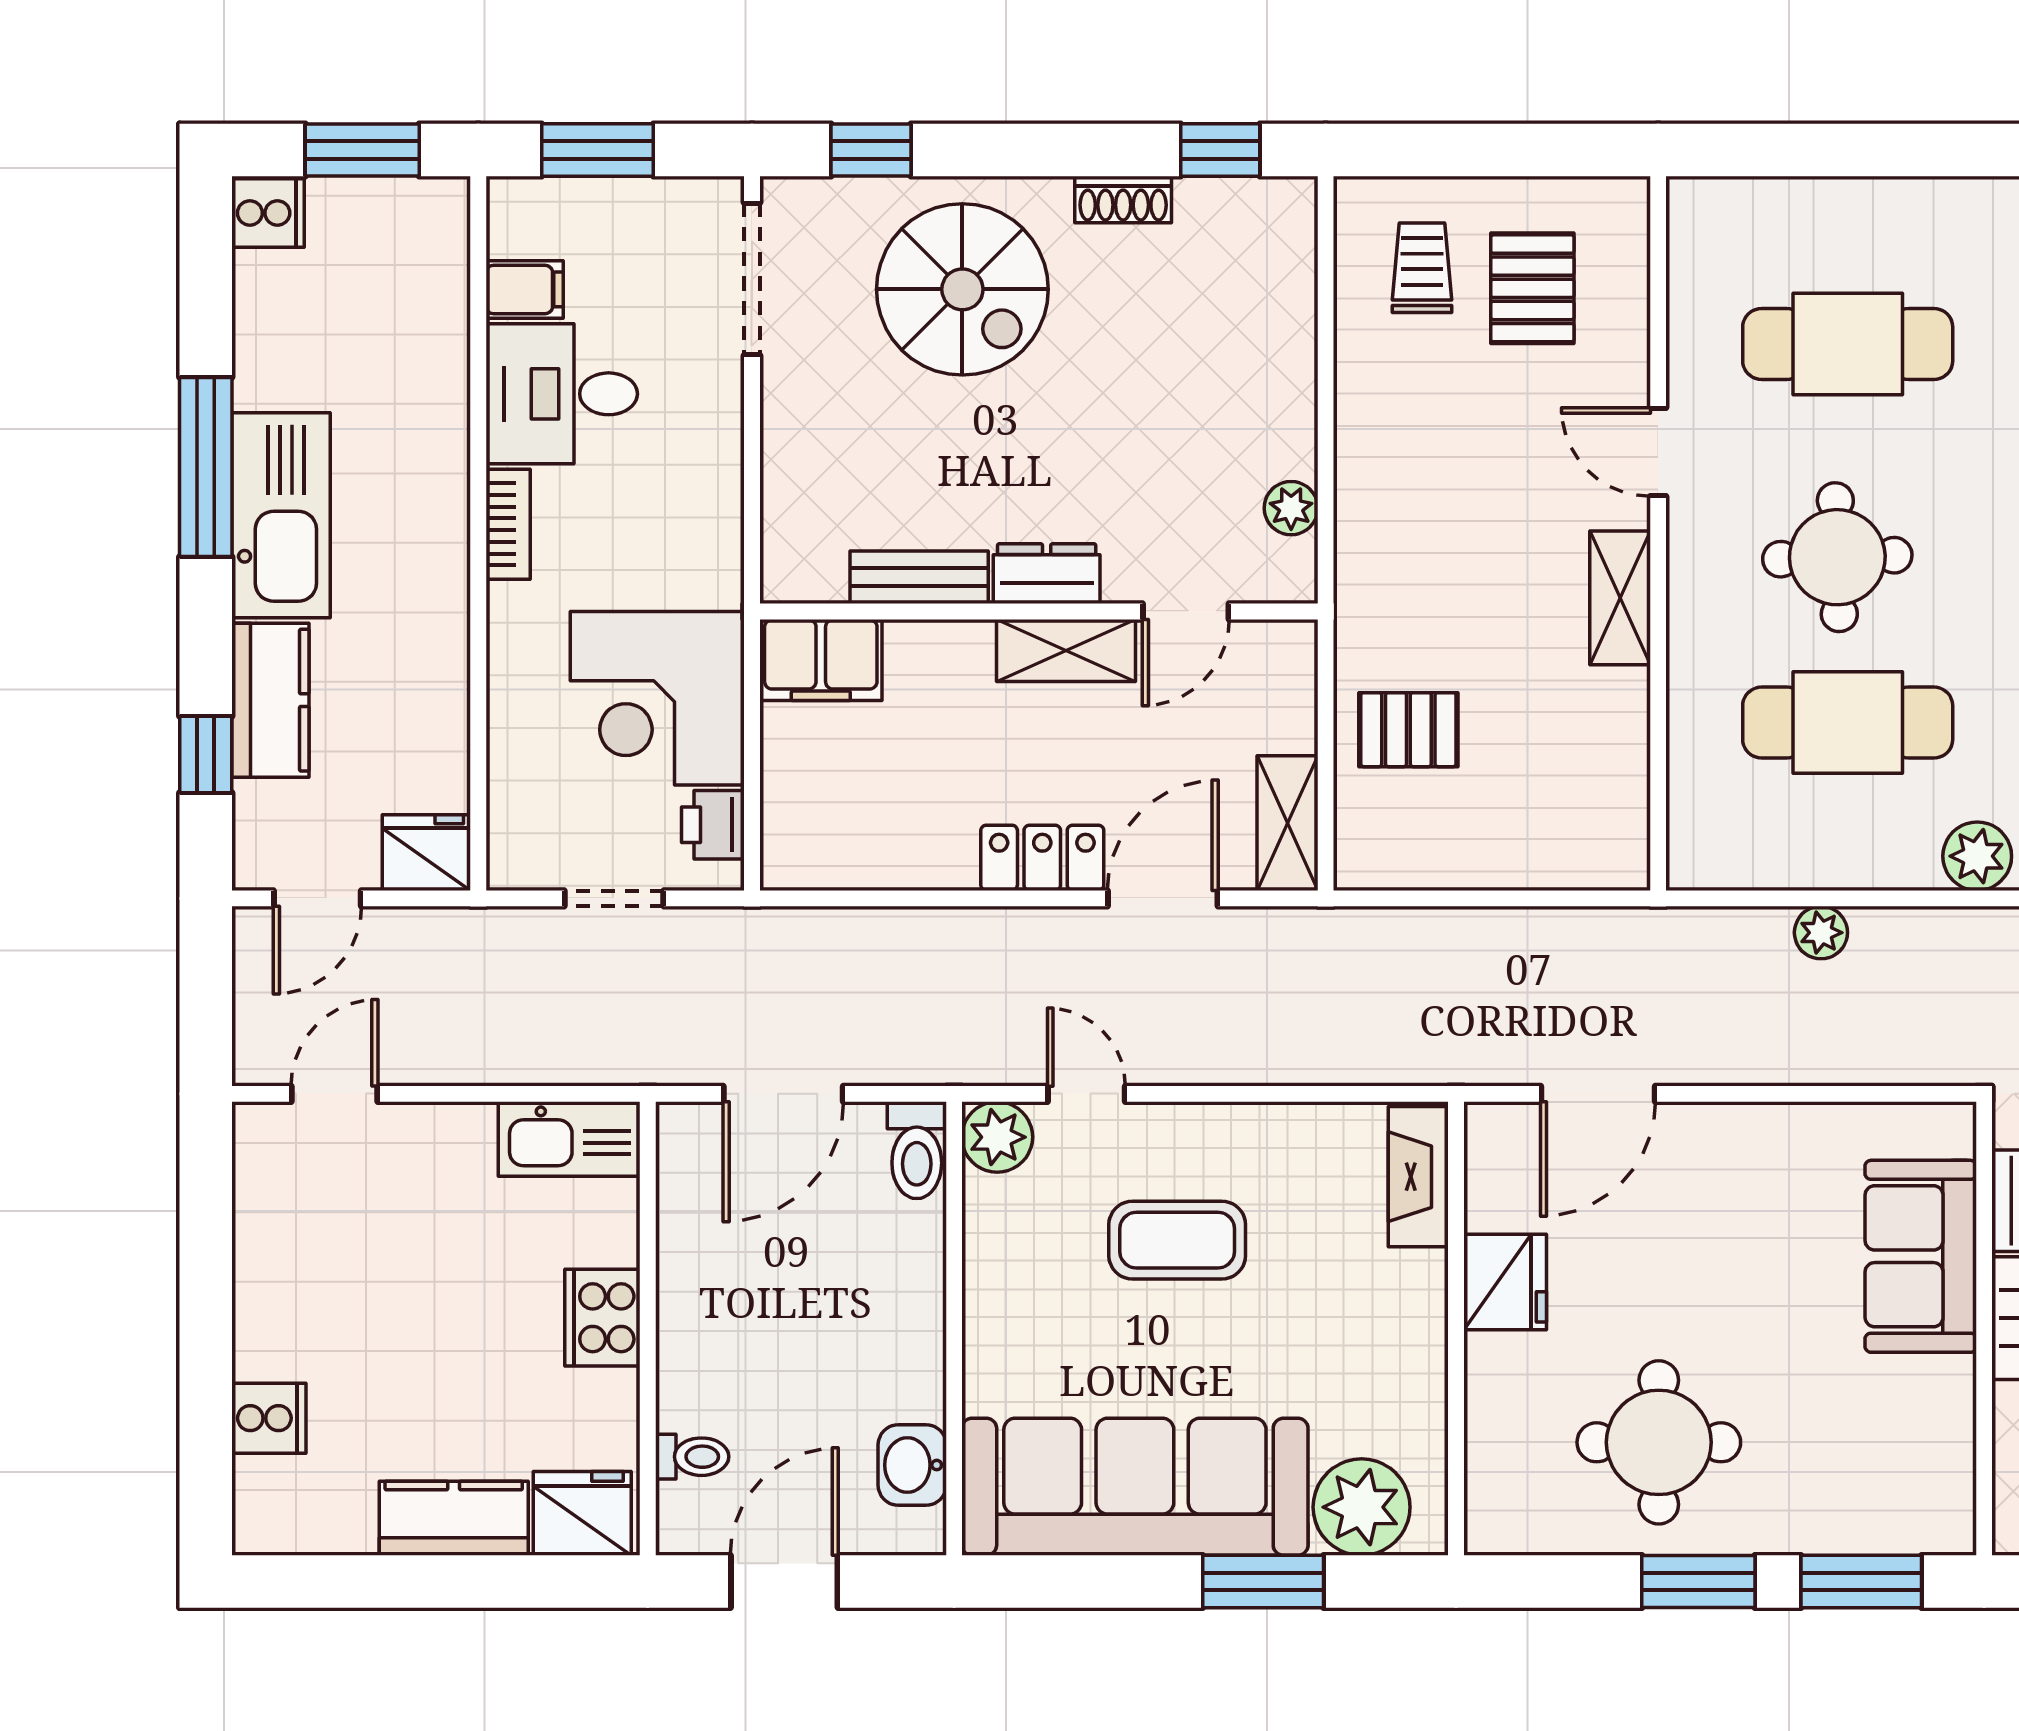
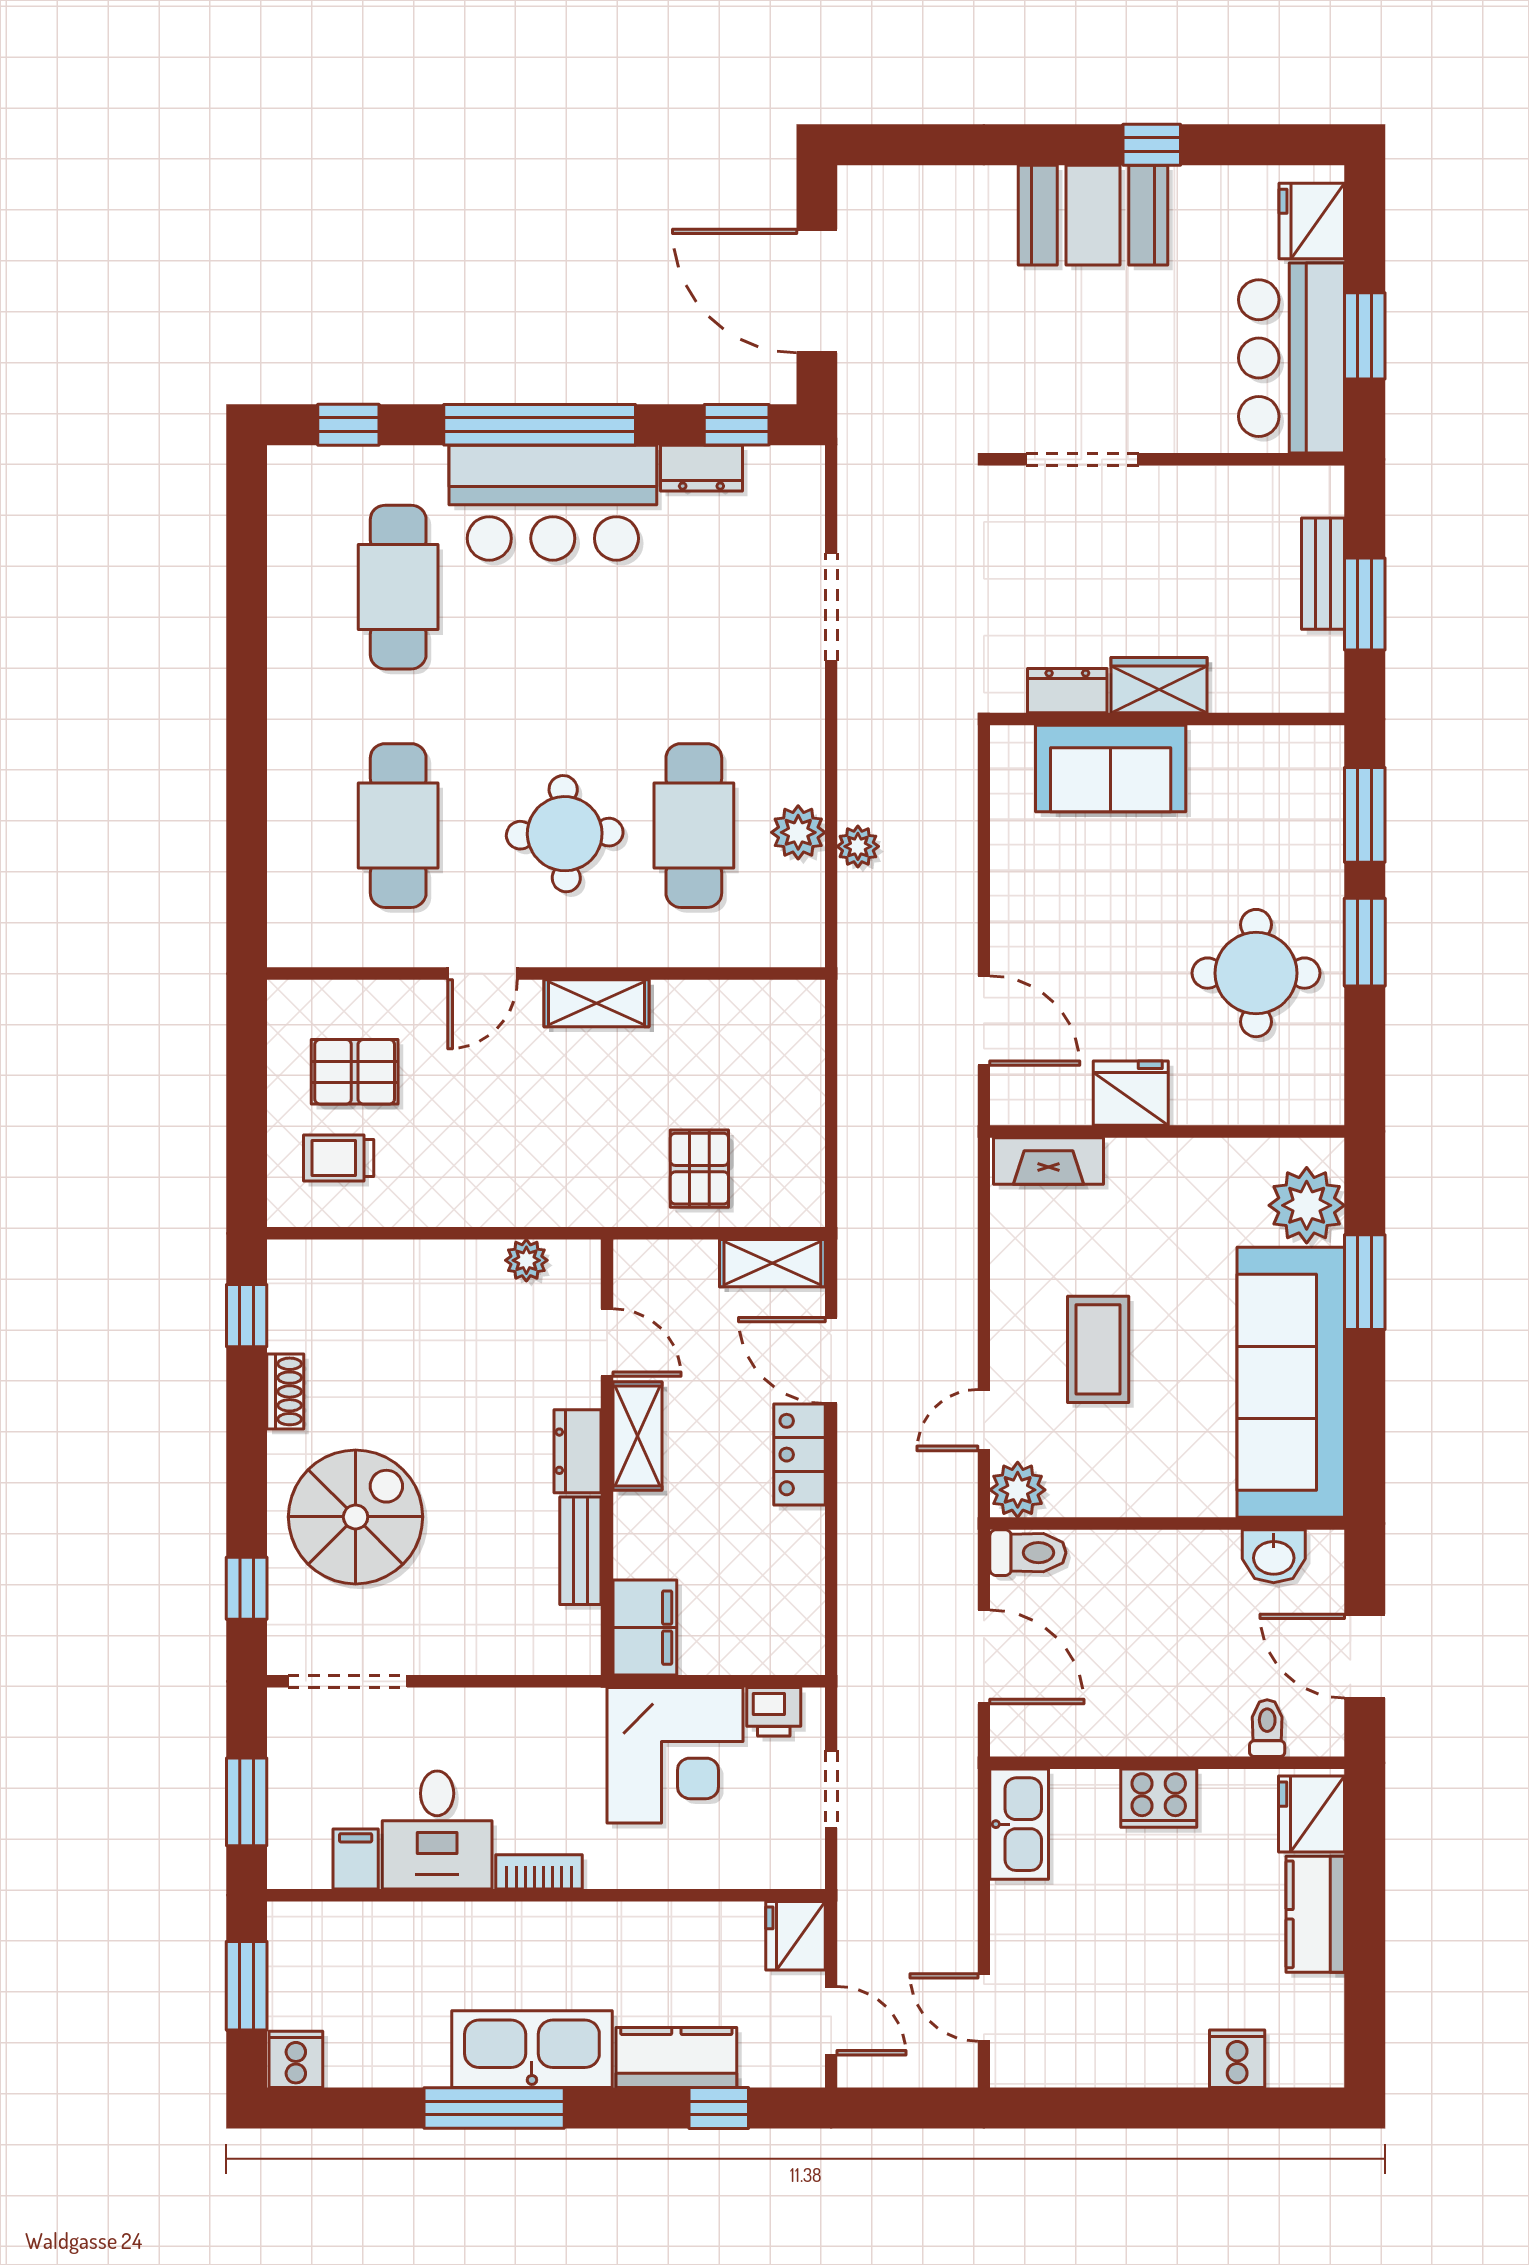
plant: (1977, 856) -> (798, 832), moved

